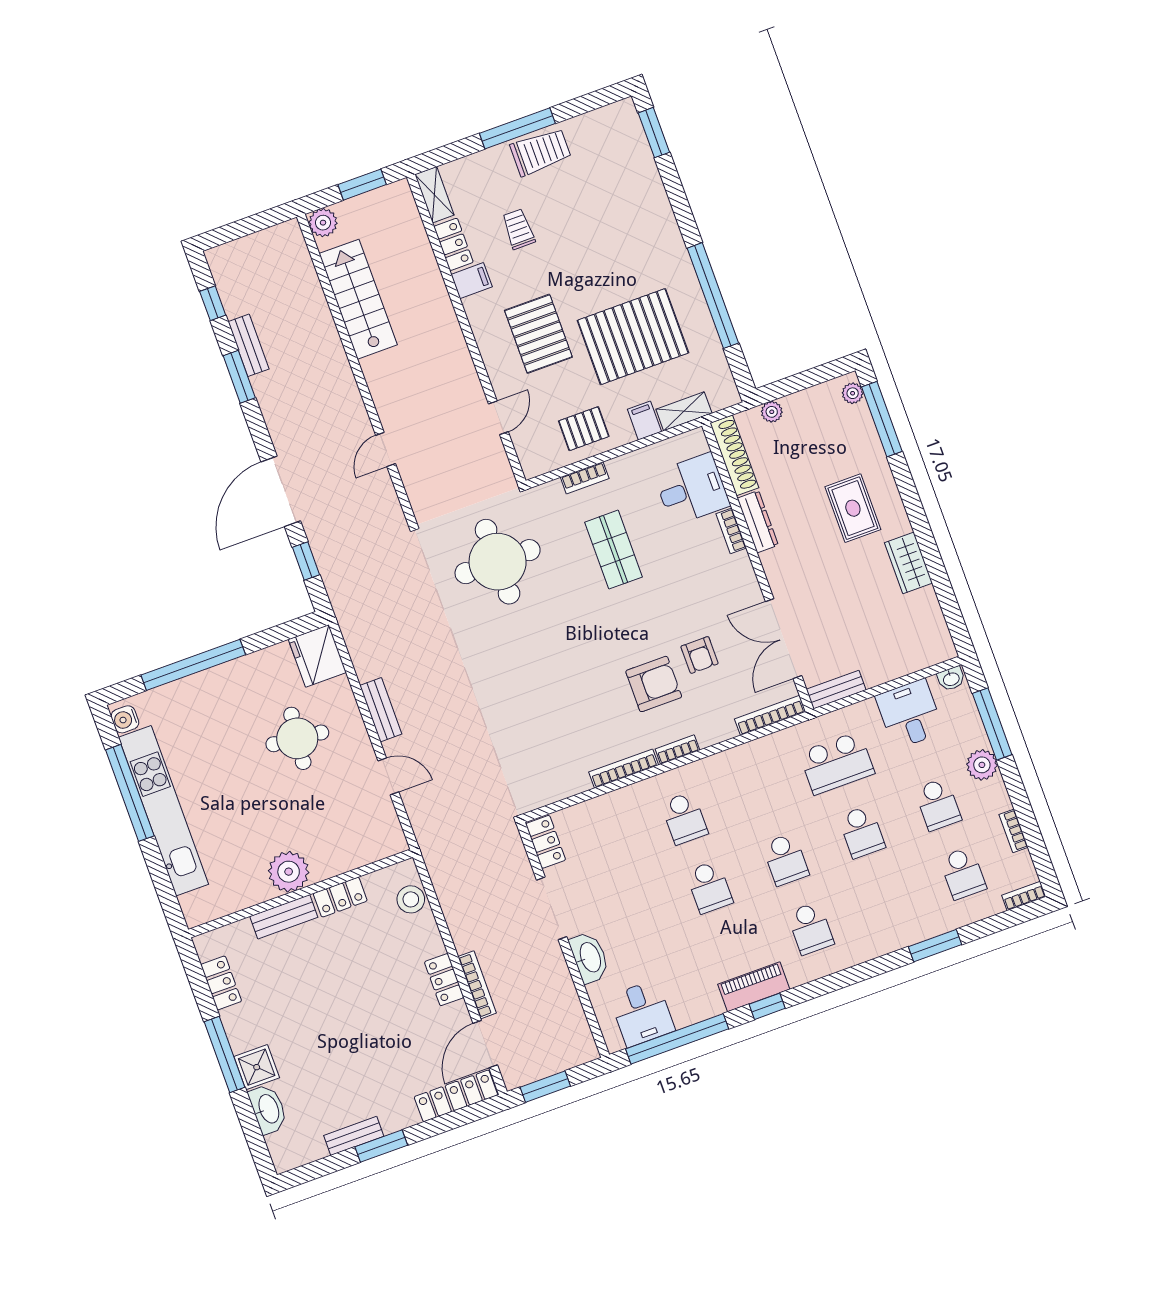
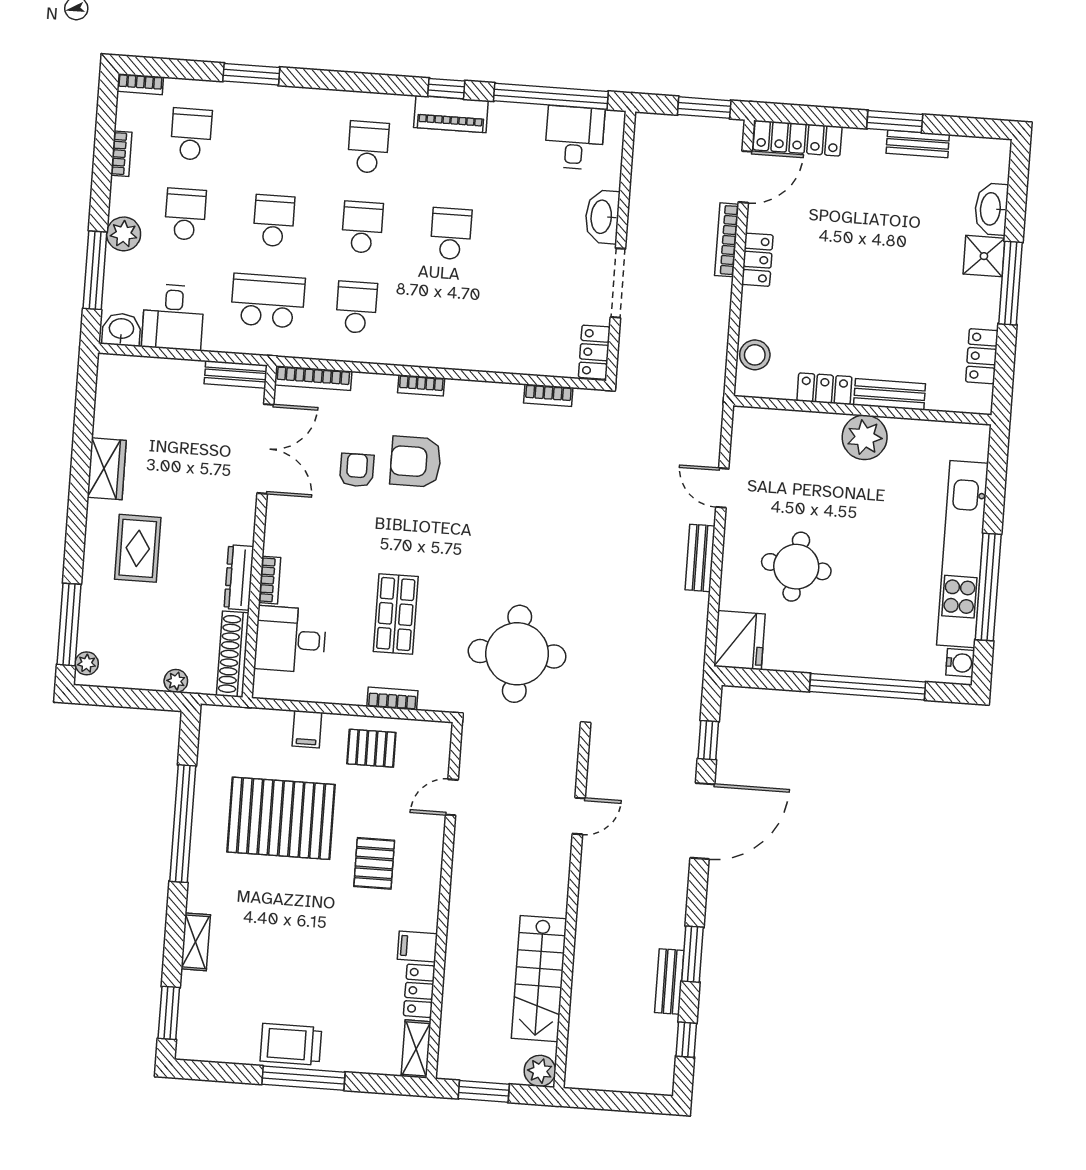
trolley: (518, 229) -> (347, 977), removed
pallet: (538, 334) -> (374, 863), width x0.67, depth x0.71
shelving: (684, 411) -> (196, 942), moved, turned 90
washbasin: (951, 679) -> (121, 329), width x1.38, depth x1.45
bookcase: (624, 769) -> (548, 395), moved, width x0.64
school desk: (684, 818) -> (356, 307), moved

